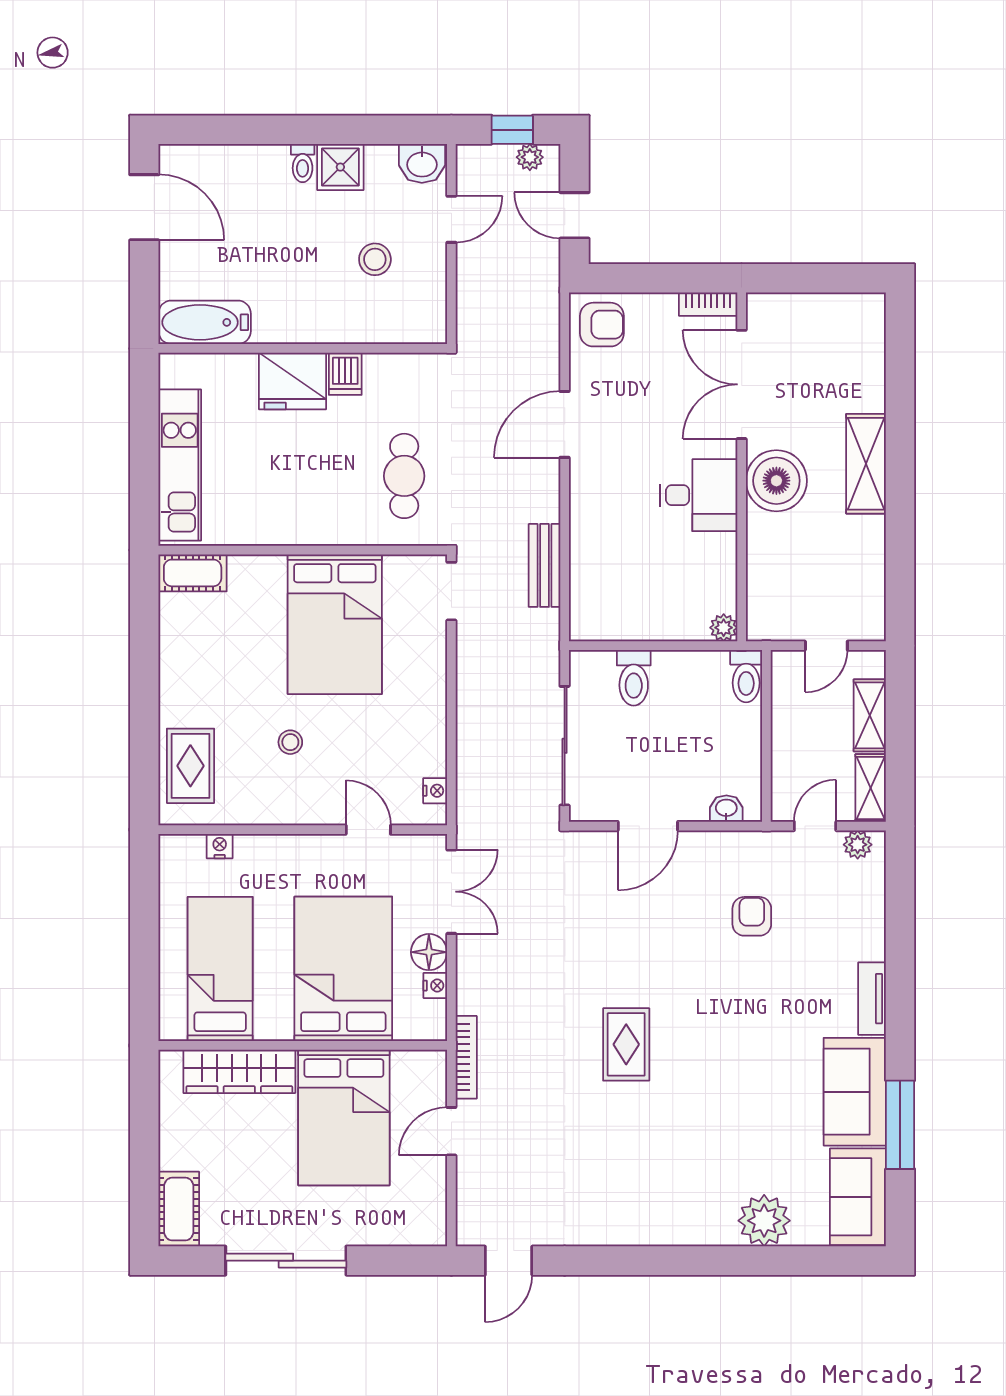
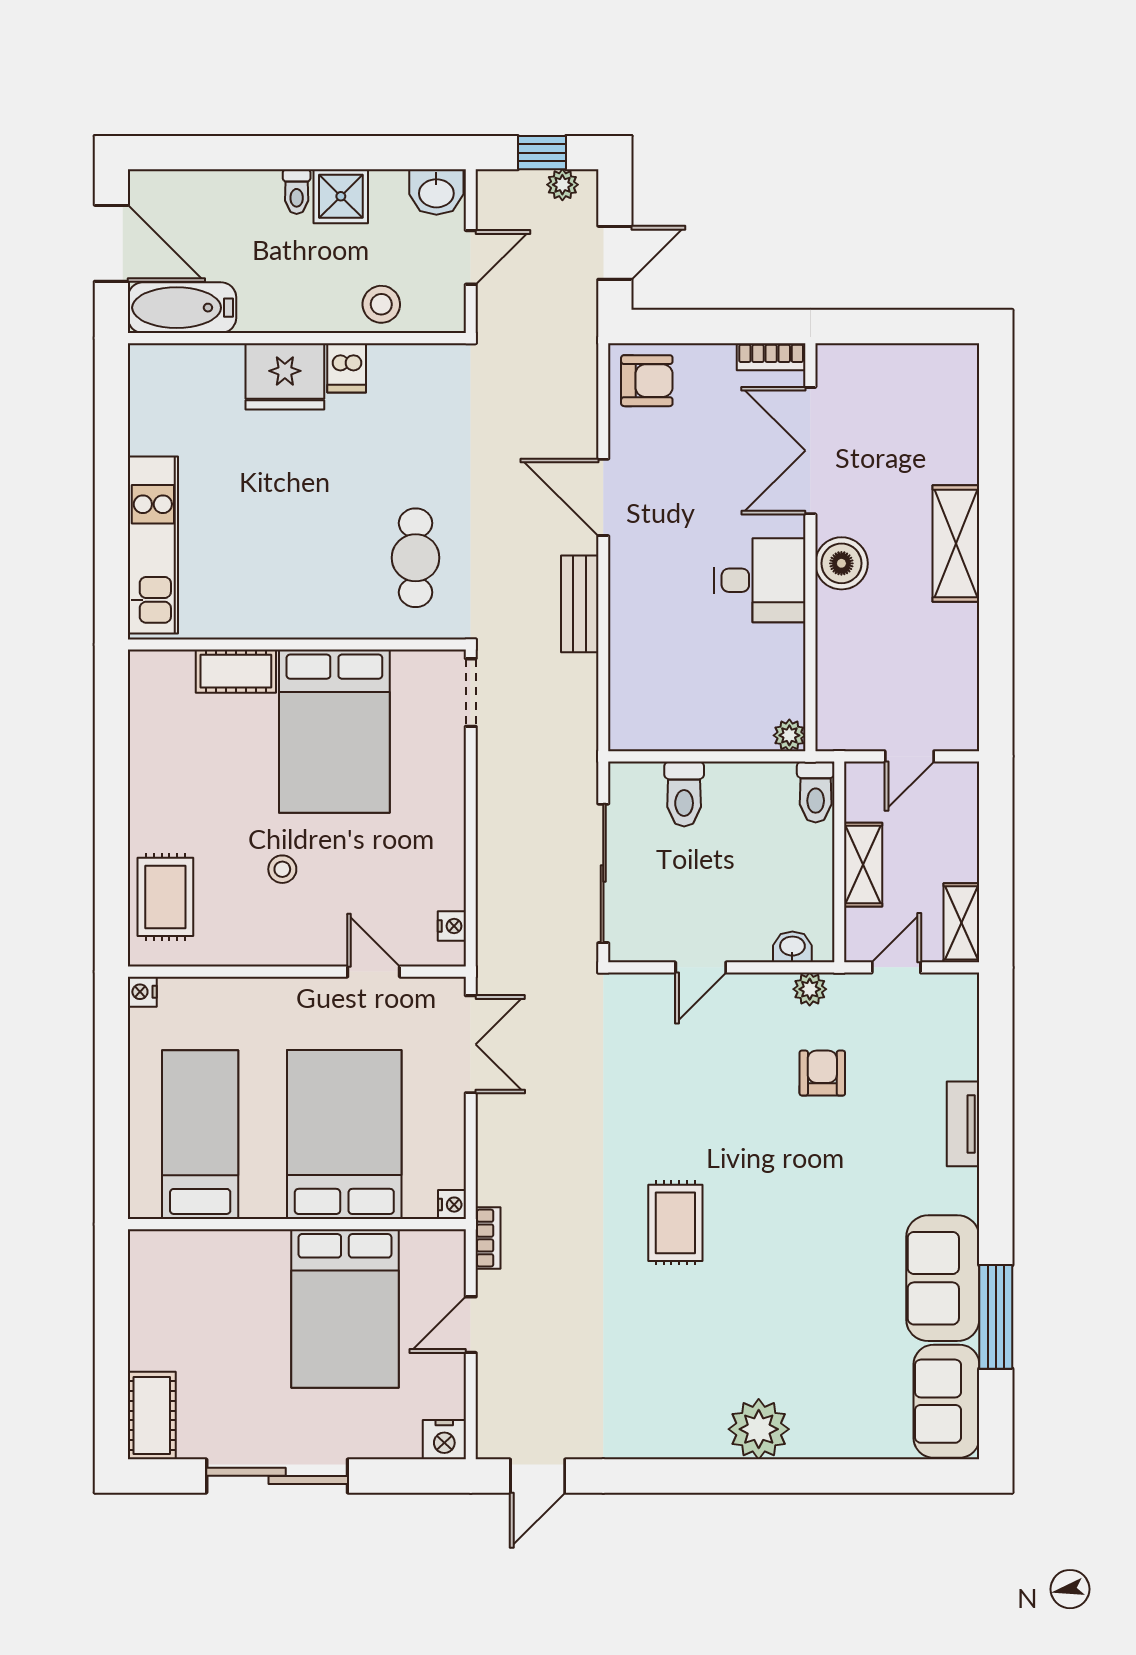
door: (575, 215) -> (615, 253), swing flipped
bathtub: (205, 322) -> (182, 308), moved
wall: (303, 348) -> (297, 338), moved
dishwasher: (345, 374) -> (347, 368), moved
fridge: (292, 381) -> (285, 376), moved
door: (565, 424) -> (603, 497), hinge flipped
boiler: (776, 481) -> (841, 563), width x0.73, depth x0.73
bench: (545, 565) -> (580, 604), moved
cot: (193, 573) -> (236, 671), moved
shelving: (870, 715) -> (863, 865), moved
door: (648, 826) -> (701, 967), width x0.73
plant: (858, 845) -> (810, 989), moved
nightstand: (220, 846) -> (142, 992), moved, turned -90
floor lamp: (429, 952) -> (445, 1115), removed
nightstand: (435, 986) -> (452, 1205), moved
tv unit: (872, 999) -> (963, 1124), moved
bookcase: (466, 1057) -> (488, 1238), width x0.64
wardrobe: (239, 1071) -> (223, 1254), removed
plant: (764, 1221) -> (759, 1429), moved
nightstand: (429, 1230) -> (444, 1440), added

